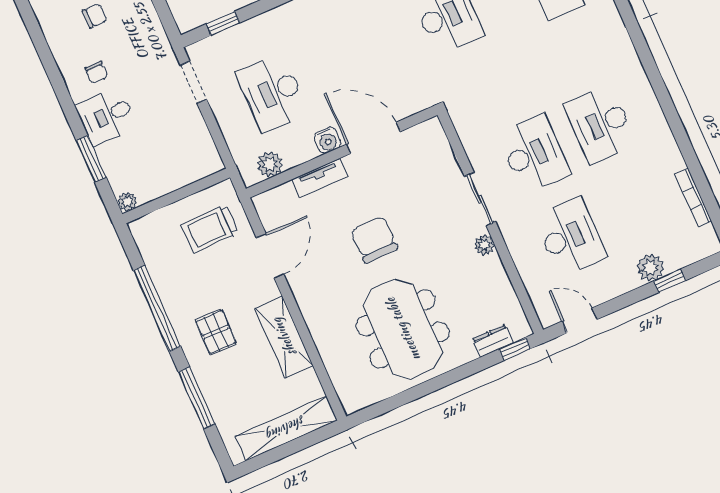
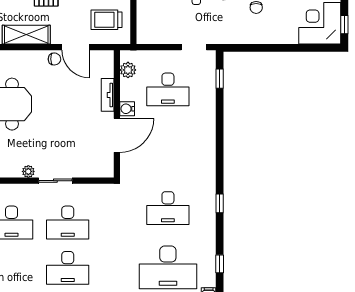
desk: (273, 93) -> (168, 89), turned 180
desk: (601, 124) -> (68, 268), turned 180
trolley: (210, 228) -> (106, 20), turned -90
chair: (374, 240) -> (54, 59), moved, width x0.54, depth x0.54

